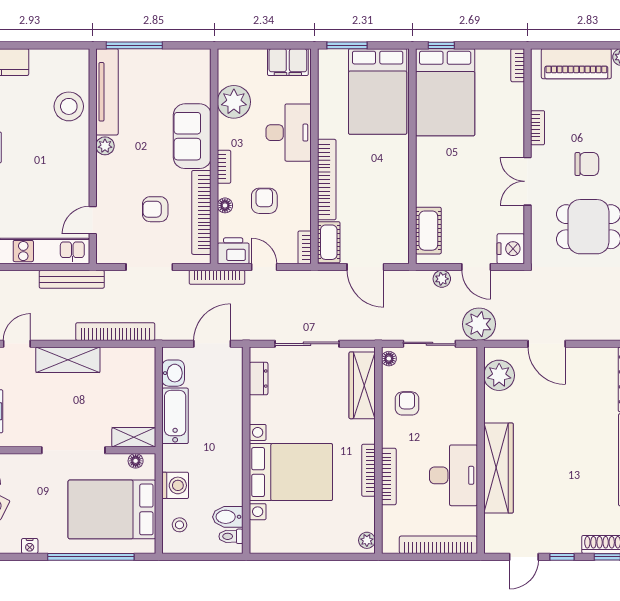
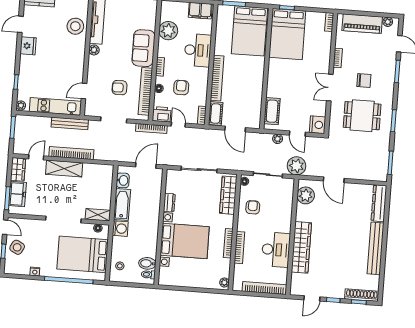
bookcase: (115, 332) -> (71, 153), moved
dresser: (259, 379) -> (169, 203), moved
washing machine: (175, 485) -> (120, 229), moved

